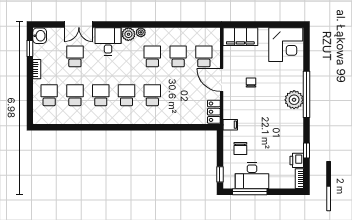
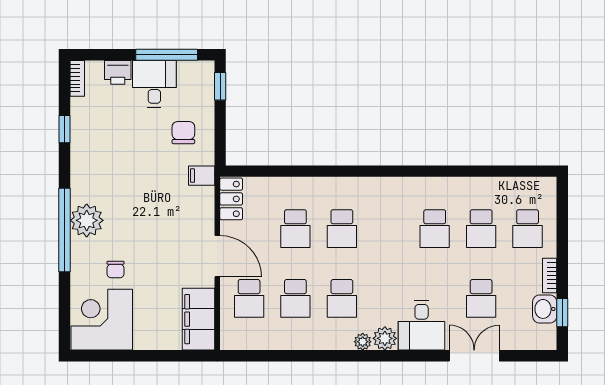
washbasin: (40, 36) -> (545, 309), moved
filing cabinet: (240, 37) -> (198, 319), moved, turned -90
chair: (251, 82) -> (115, 269), moved
school desk: (127, 95) -> (295, 229), moved
printer: (297, 160) -> (118, 72), moved, turned 90
desk: (252, 176) -> (154, 84), width x0.73

